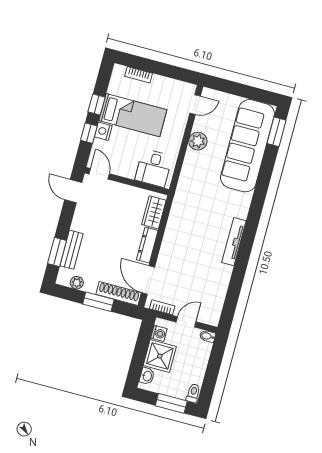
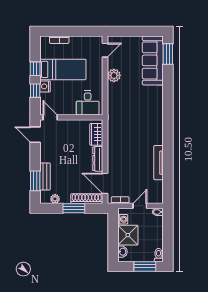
sofa: (247, 146) -> (153, 60), width x0.74, depth x0.79
tv unit: (234, 242) -> (159, 163), moved

